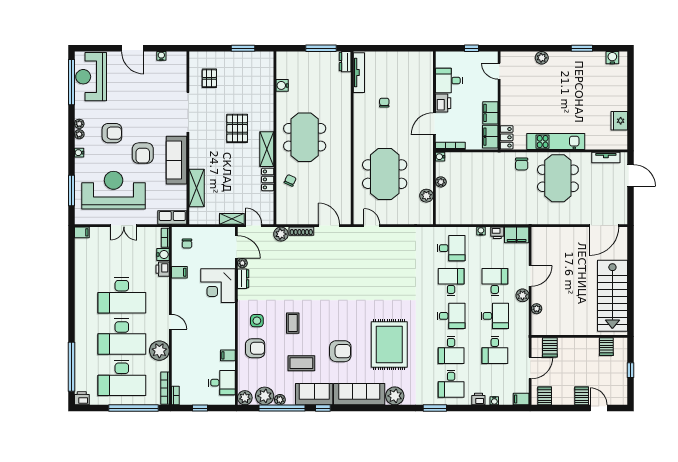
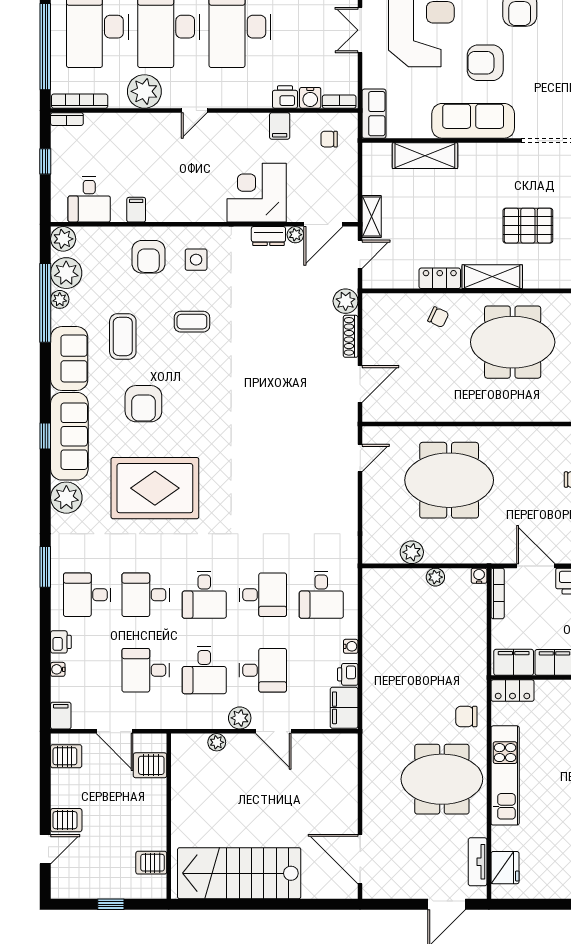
fridge: (619, 121) -> (505, 868), moved, turned 90
window: (323, 408) -> (45, 436), moved

